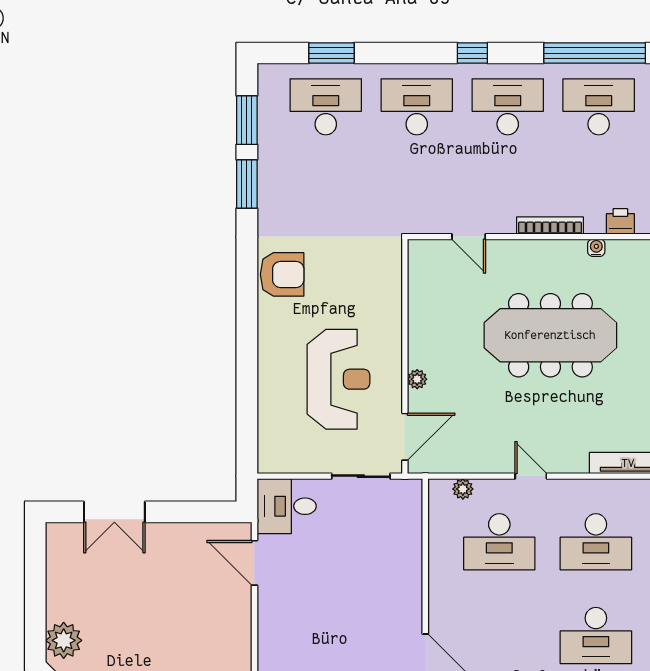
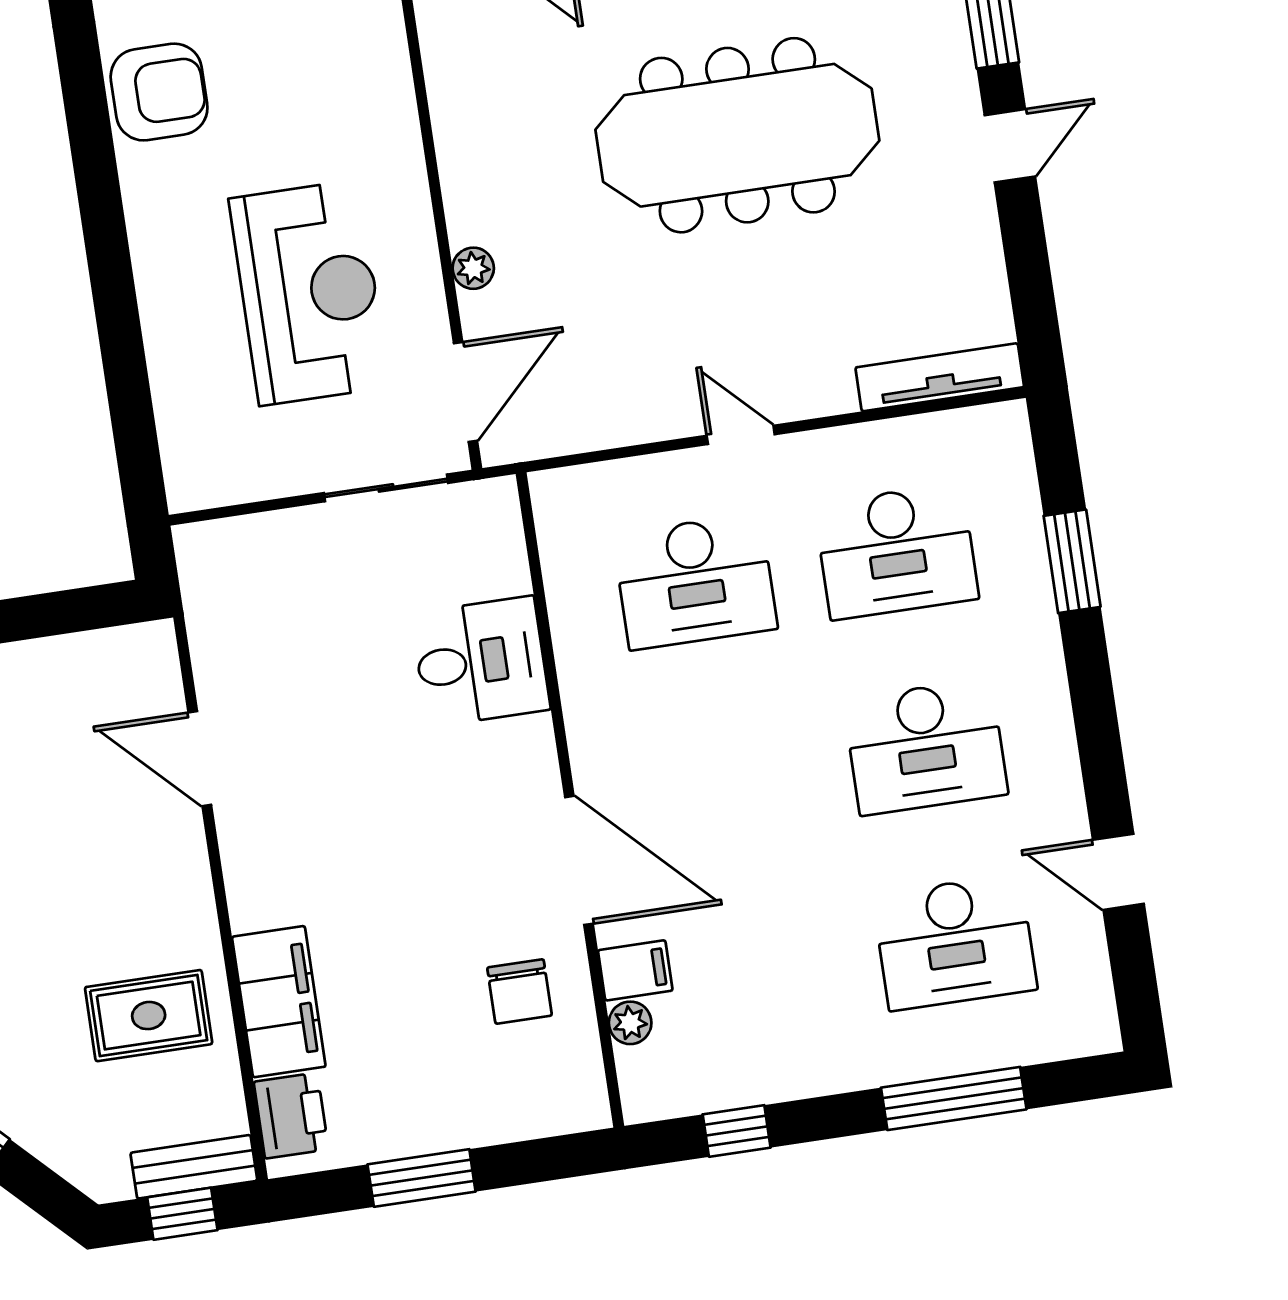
plant: (463, 489) -> (603, 483), removed
desk: (287, 506) -> (481, 661), moved, turned 180
door: (254, 563) -> (200, 759), moved

